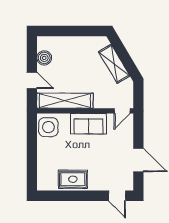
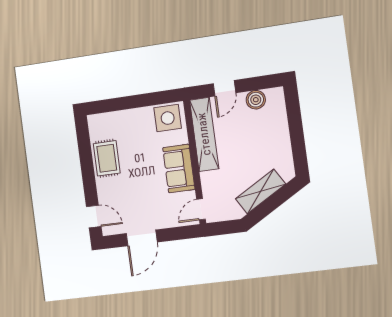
door: (122, 111) -> (201, 209), hinge flipped
door: (117, 196) -> (94, 216), swing flipped

